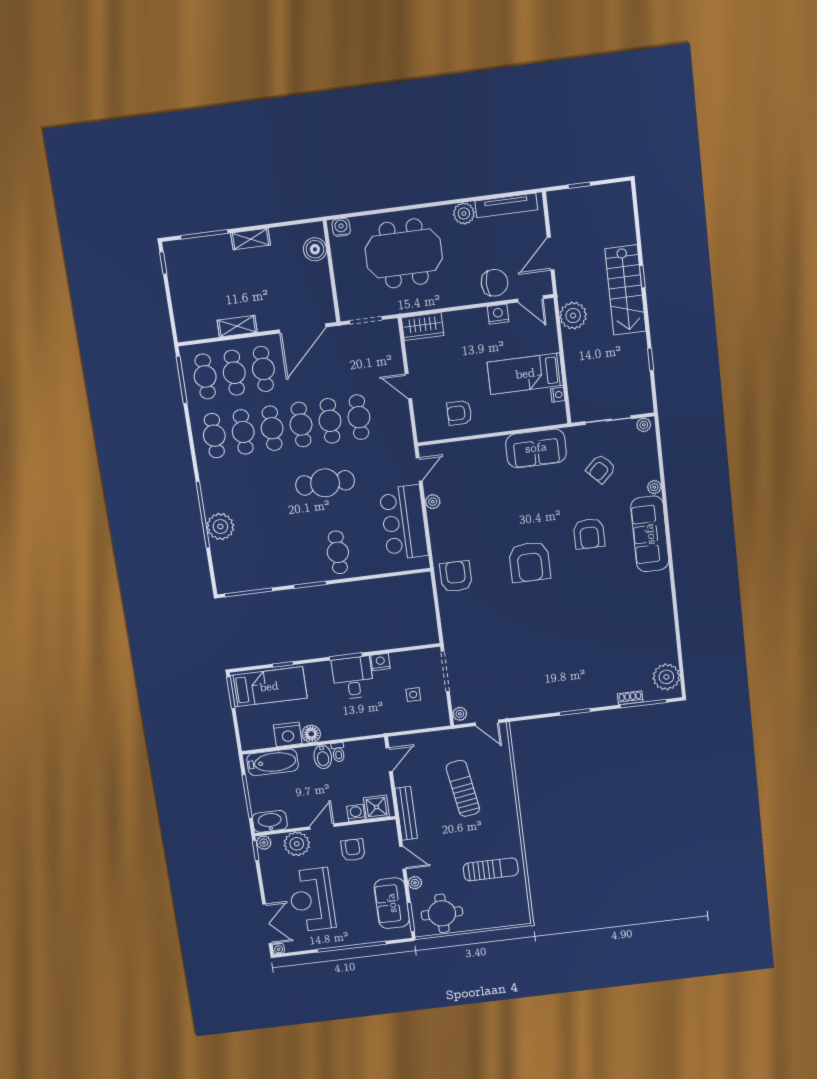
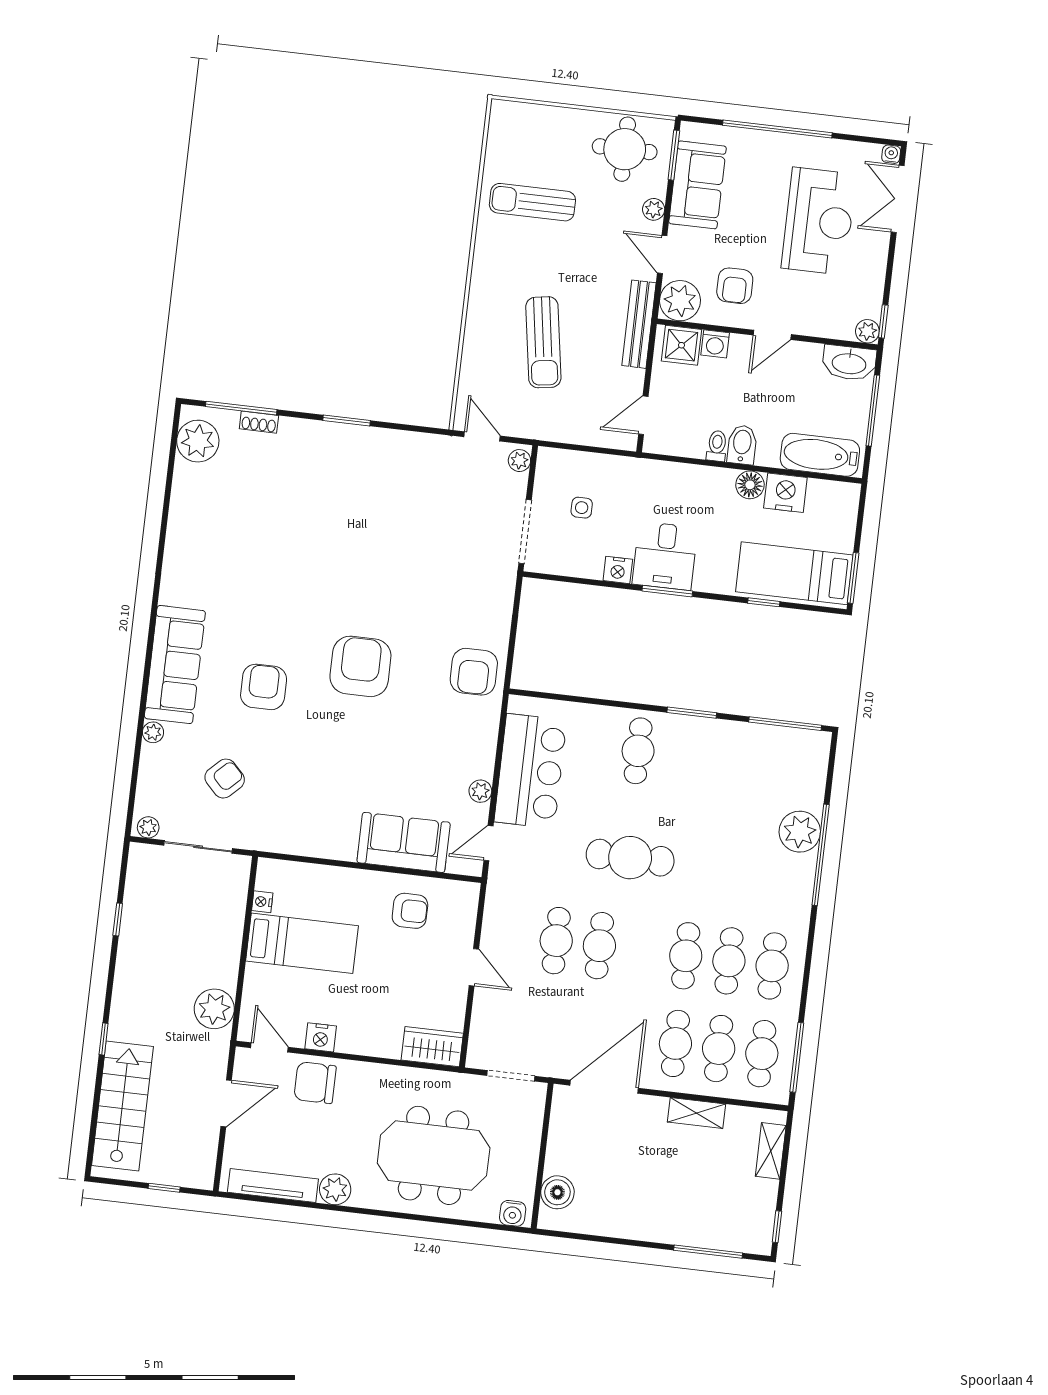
shelving: (251, 239) -> (771, 1151), moved, turned 90
stairs: (625, 290) -> (122, 1106), moved
cafe table: (301, 425) -> (643, 951), removed
sofa: (536, 448) -> (404, 842), moved
plant: (297, 844) -> (680, 301), moved

